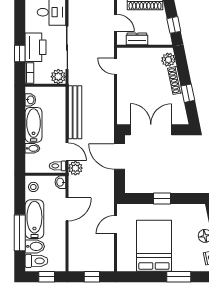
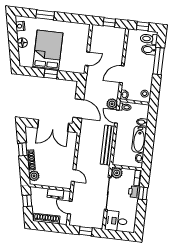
printer: (36, 47) -> (134, 192), width x0.53, depth x0.68
bathtub: (34, 219) -> (147, 70), removed
bed: (154, 246) -> (48, 50), moved, turned 180

